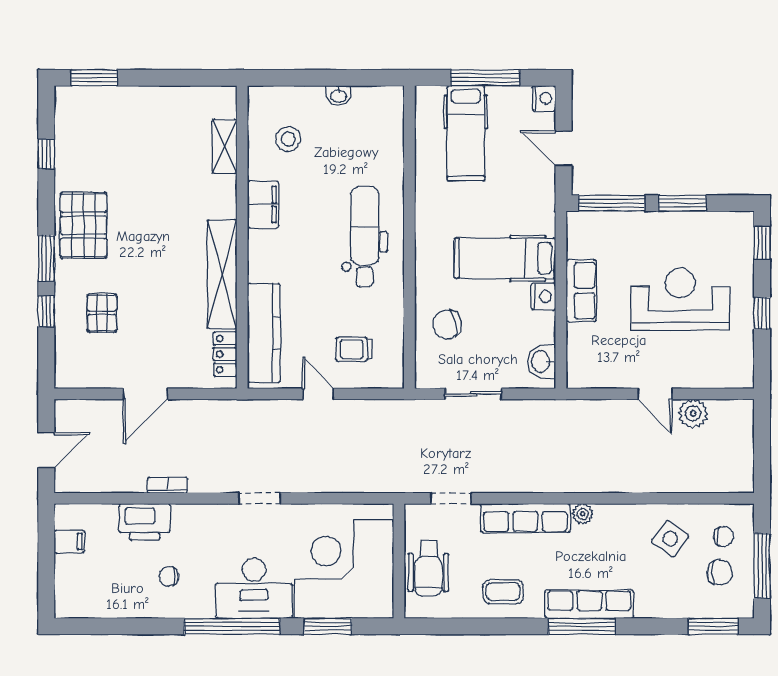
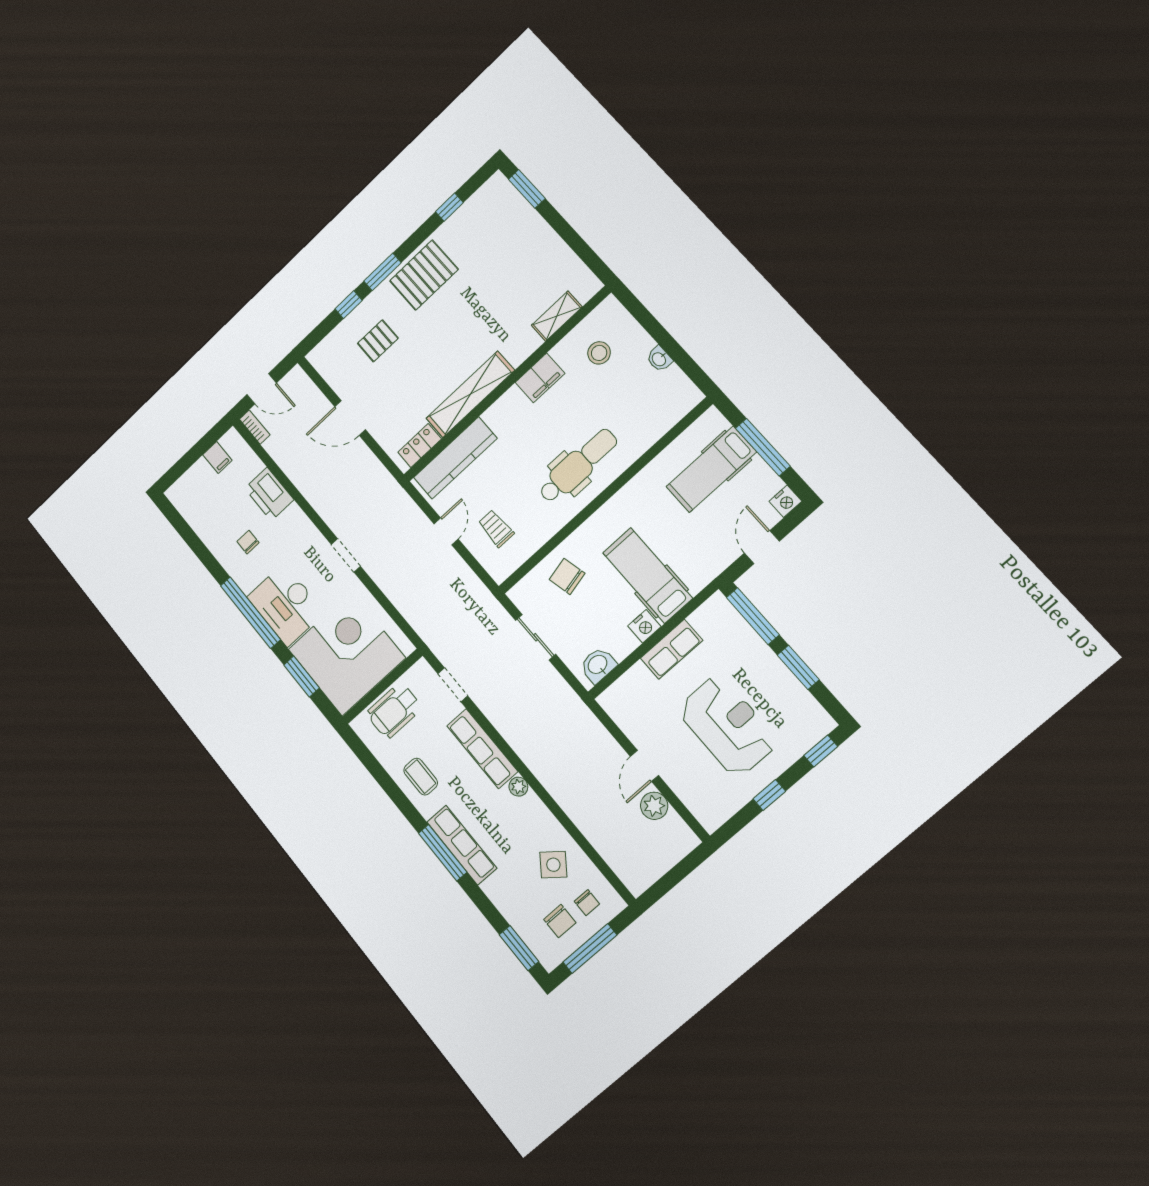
bookcase: (167, 485) -> (255, 427), moved

